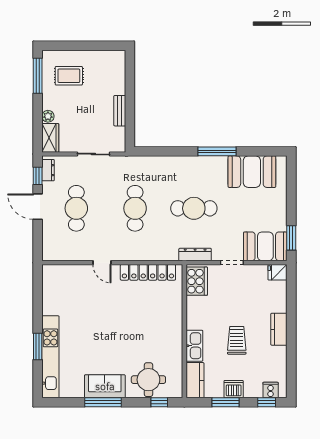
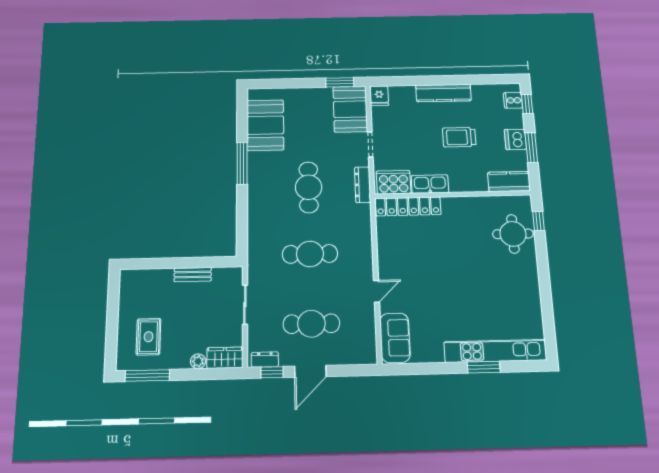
locker: (148, 272) -> (408, 206), moved, turned 90
kitchen counter: (279, 329) -> (443, 93), width x1.50
kitchen sink: (194, 346) -> (430, 184), moved
sofa: (105, 386) -> (395, 338), moved, turned 180
window: (103, 402) -> (545, 286), removed

